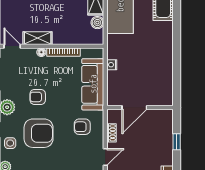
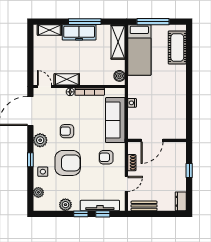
boiler: (97, 23) -> (119, 76), moved

